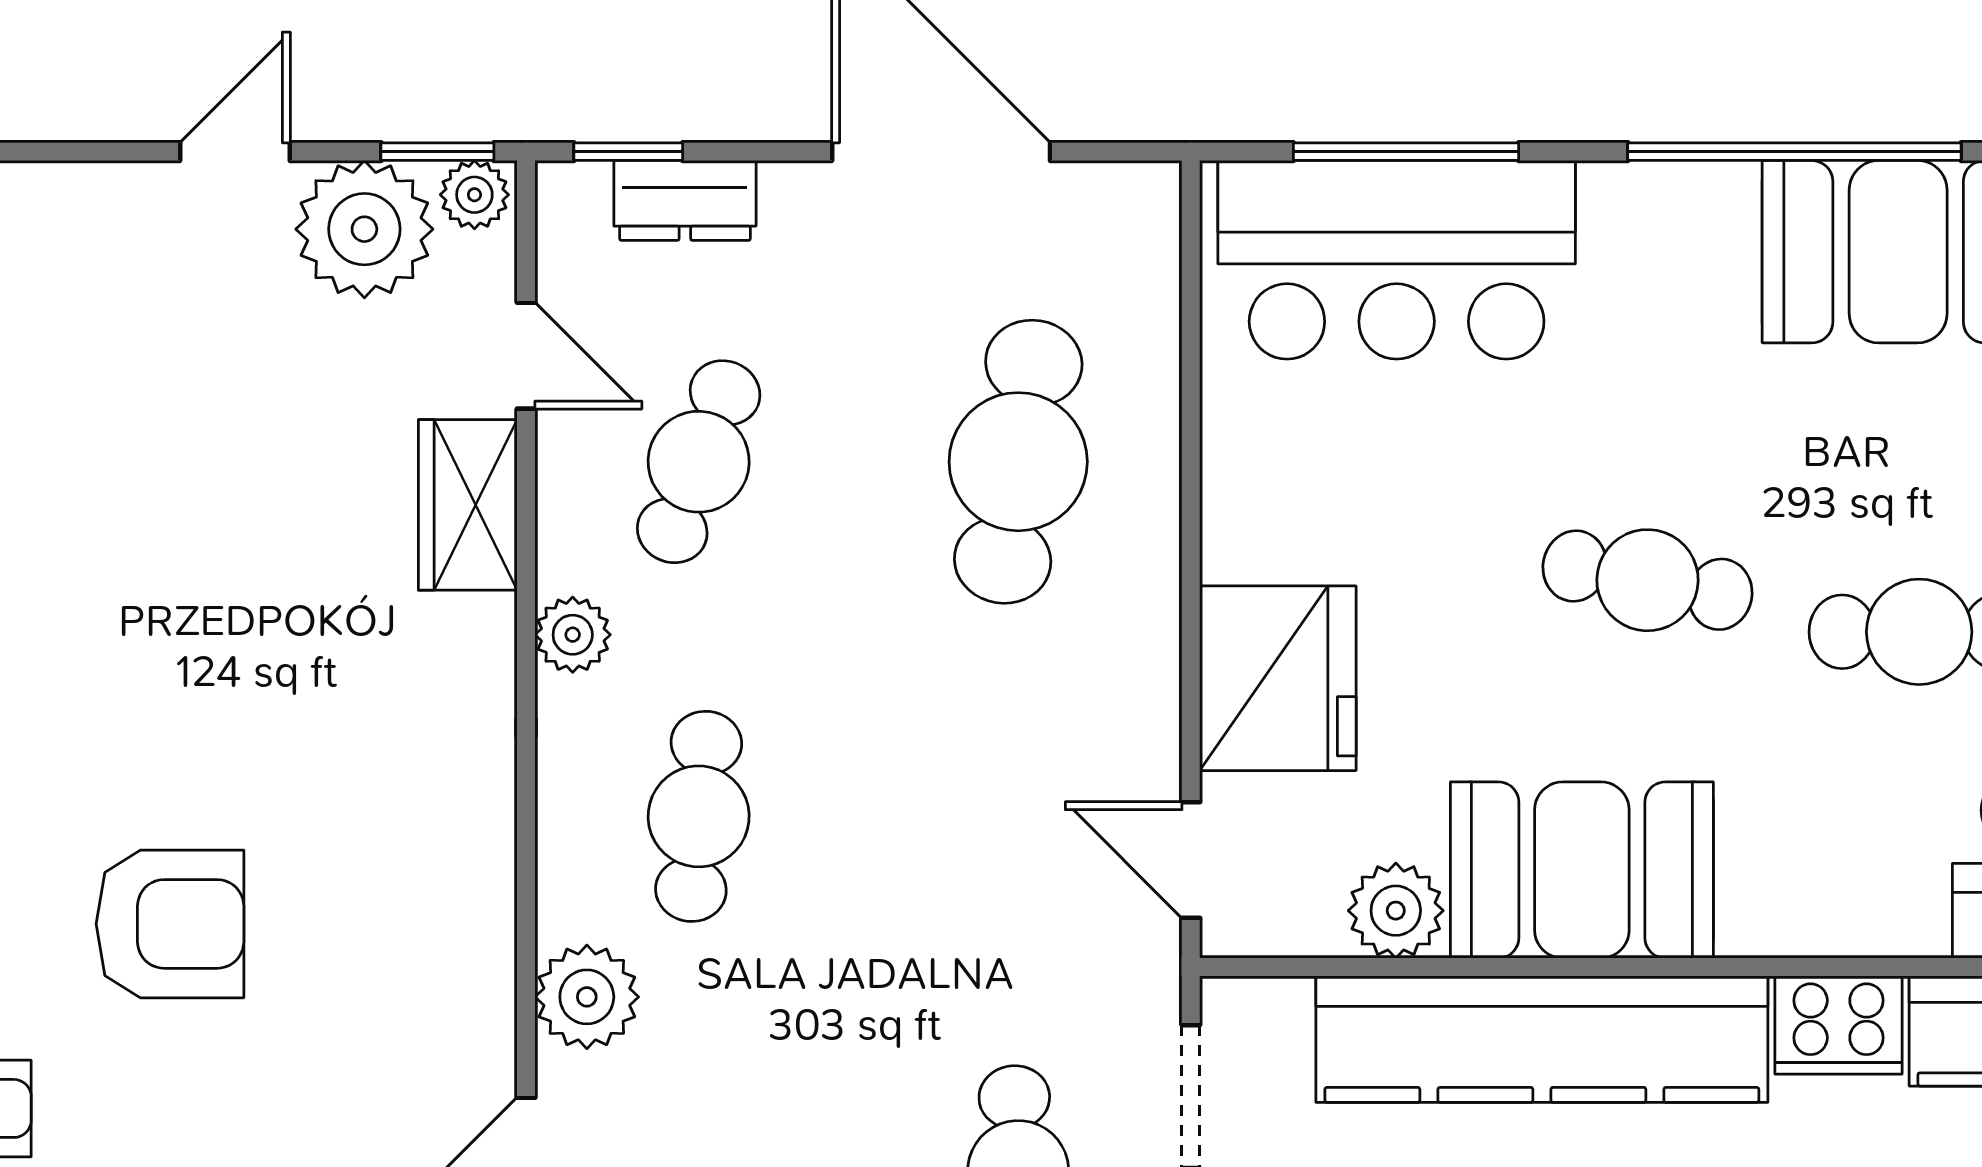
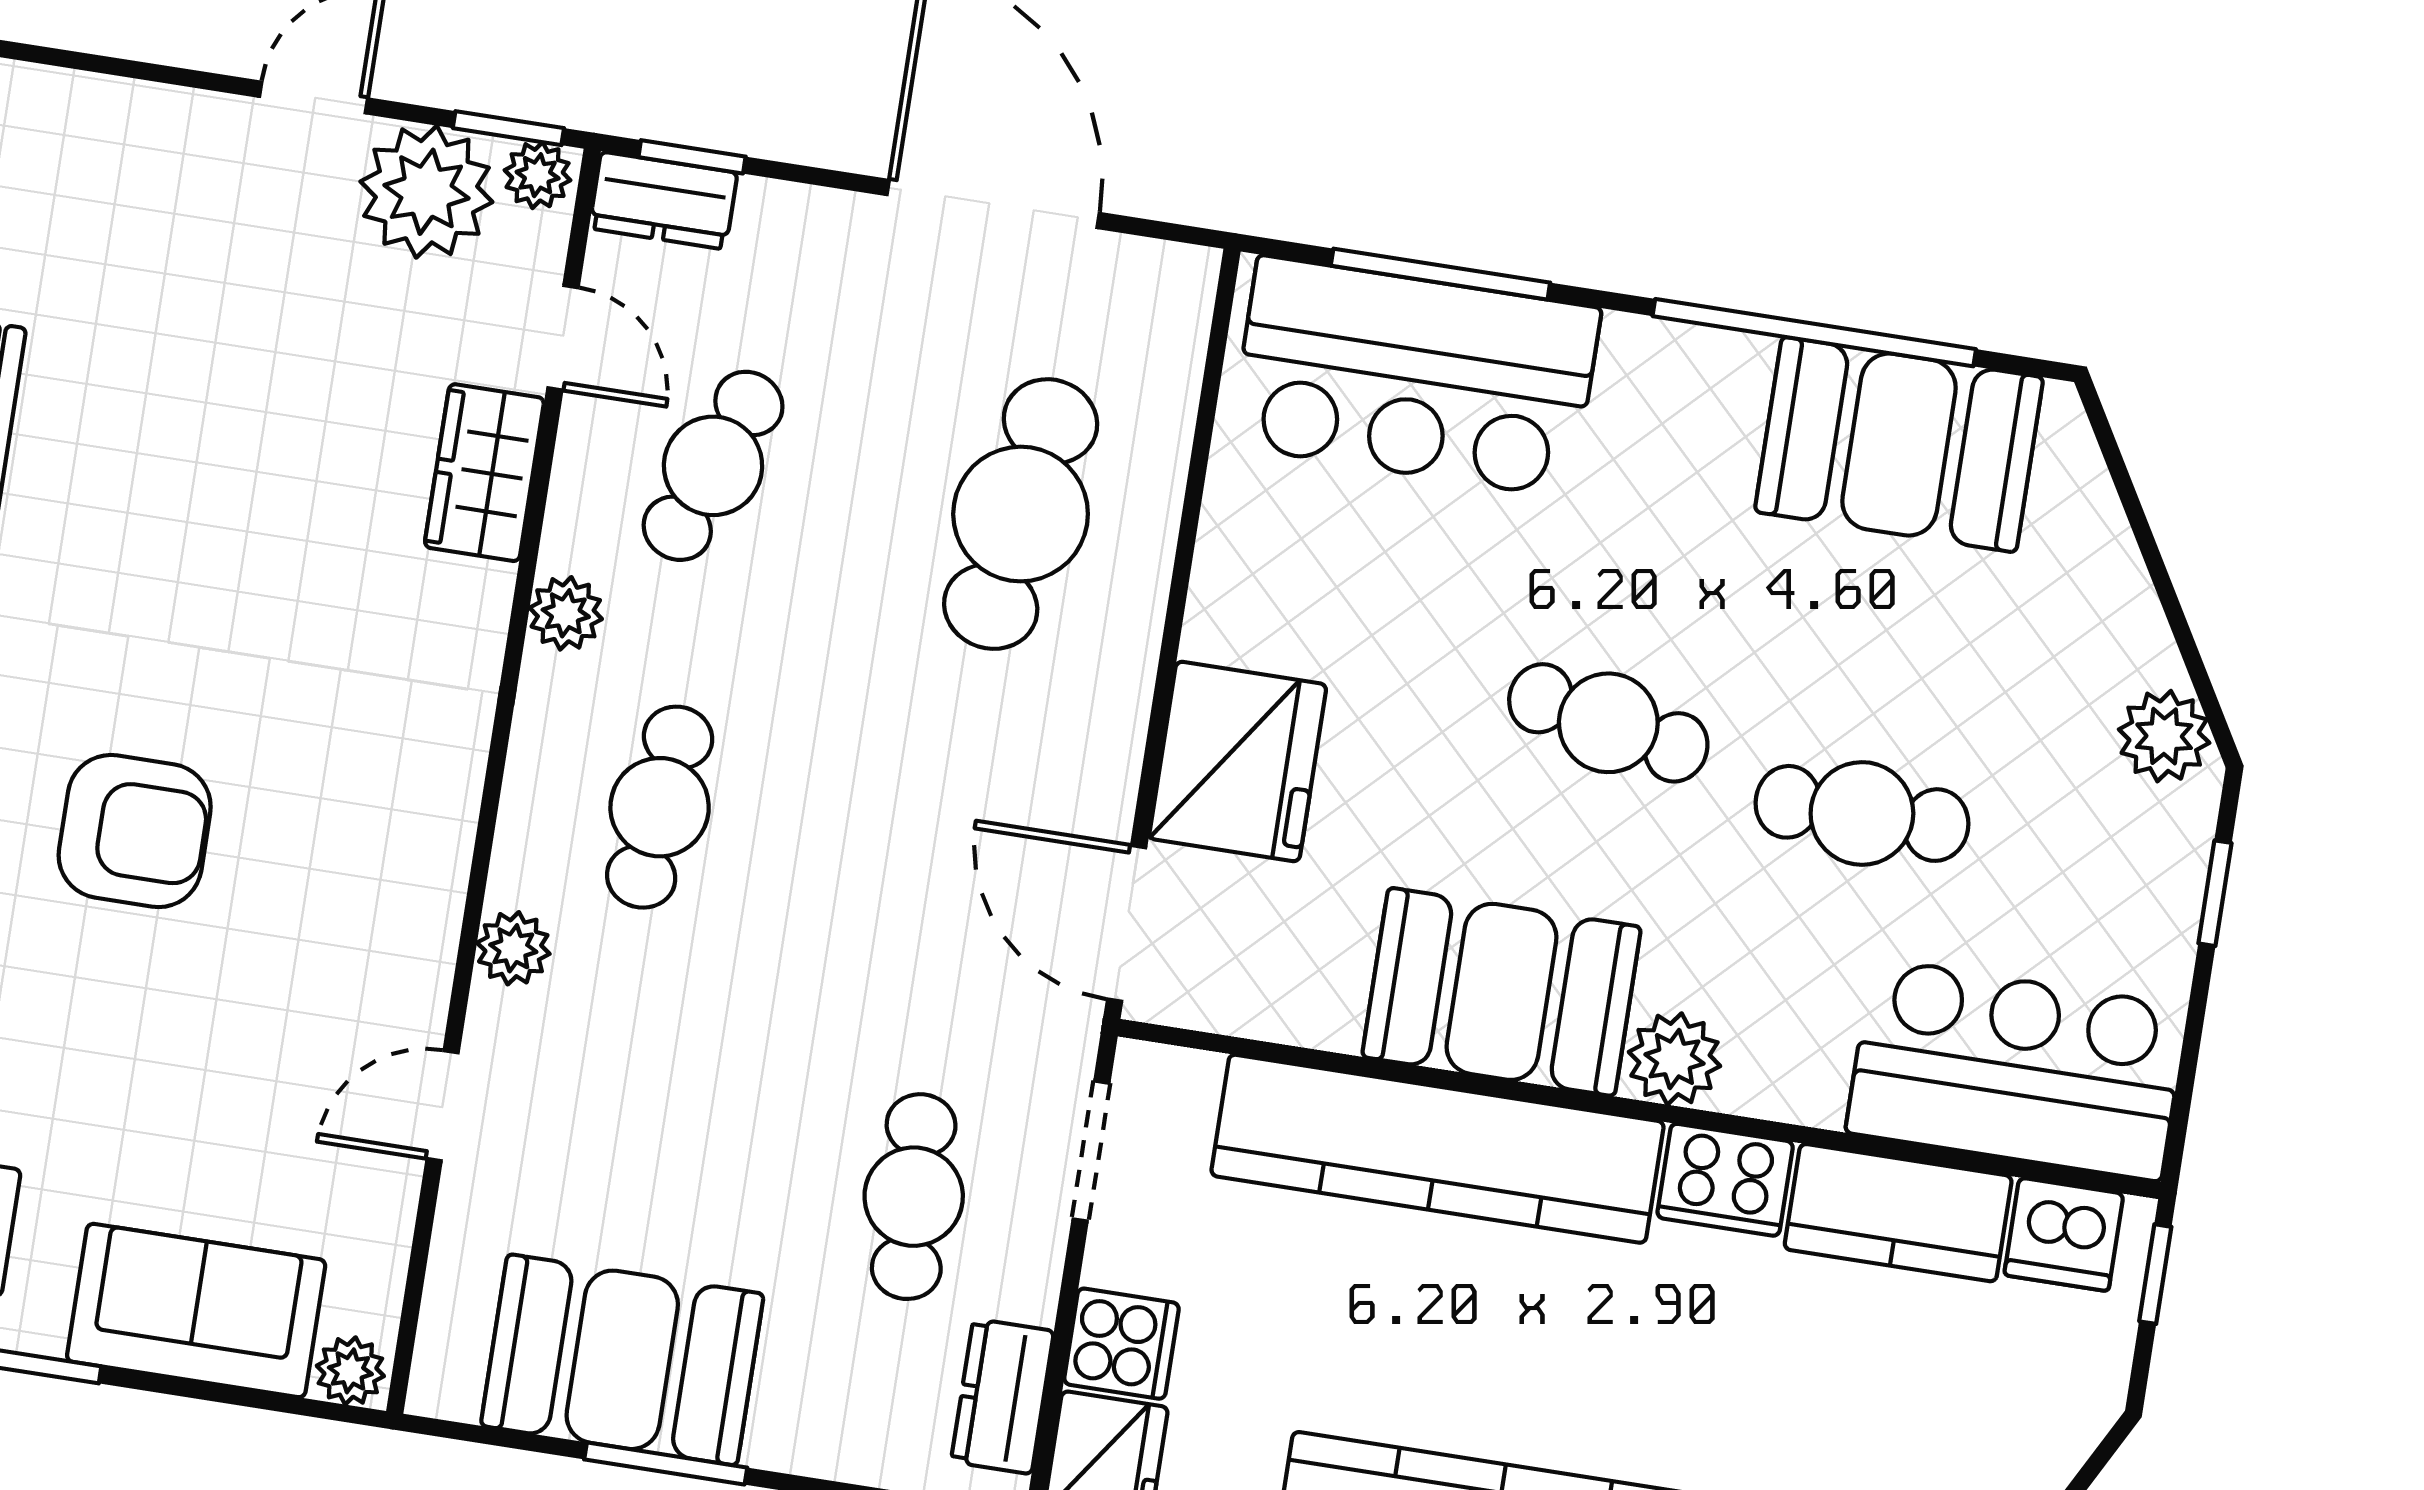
dresser: (685, 200) -> (663, 201), moved
door: (1191, 860) -> (1127, 923), width x1.38
plant: (1396, 911) -> (1674, 1059), moved
plant: (587, 997) -> (513, 948), width x0.73, depth x0.73

